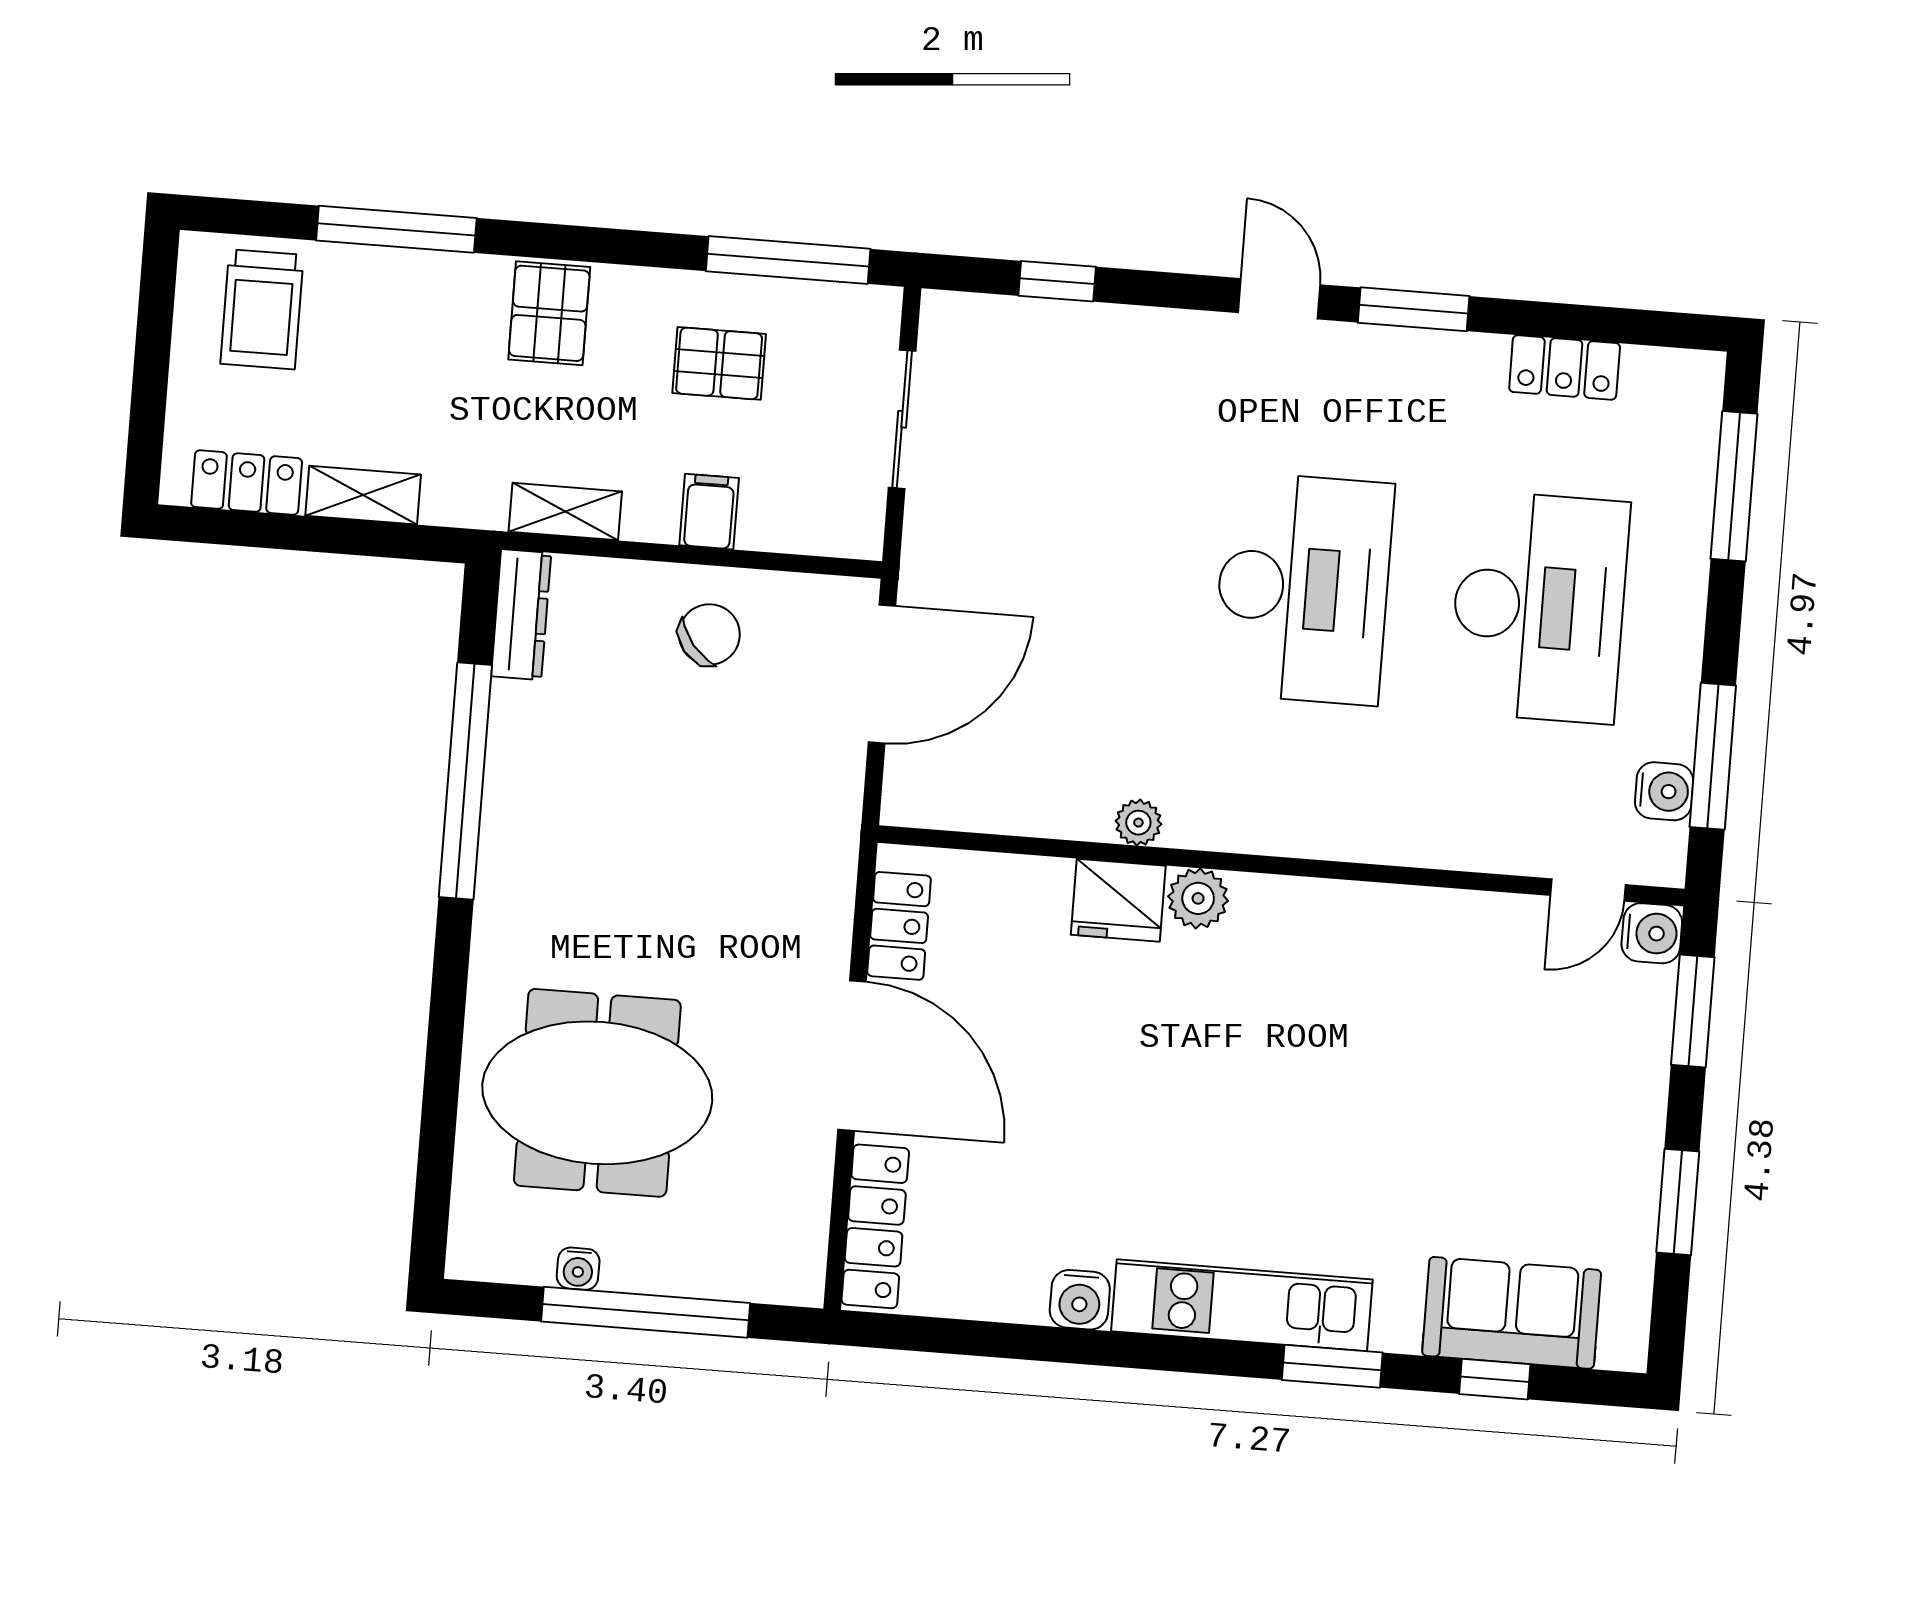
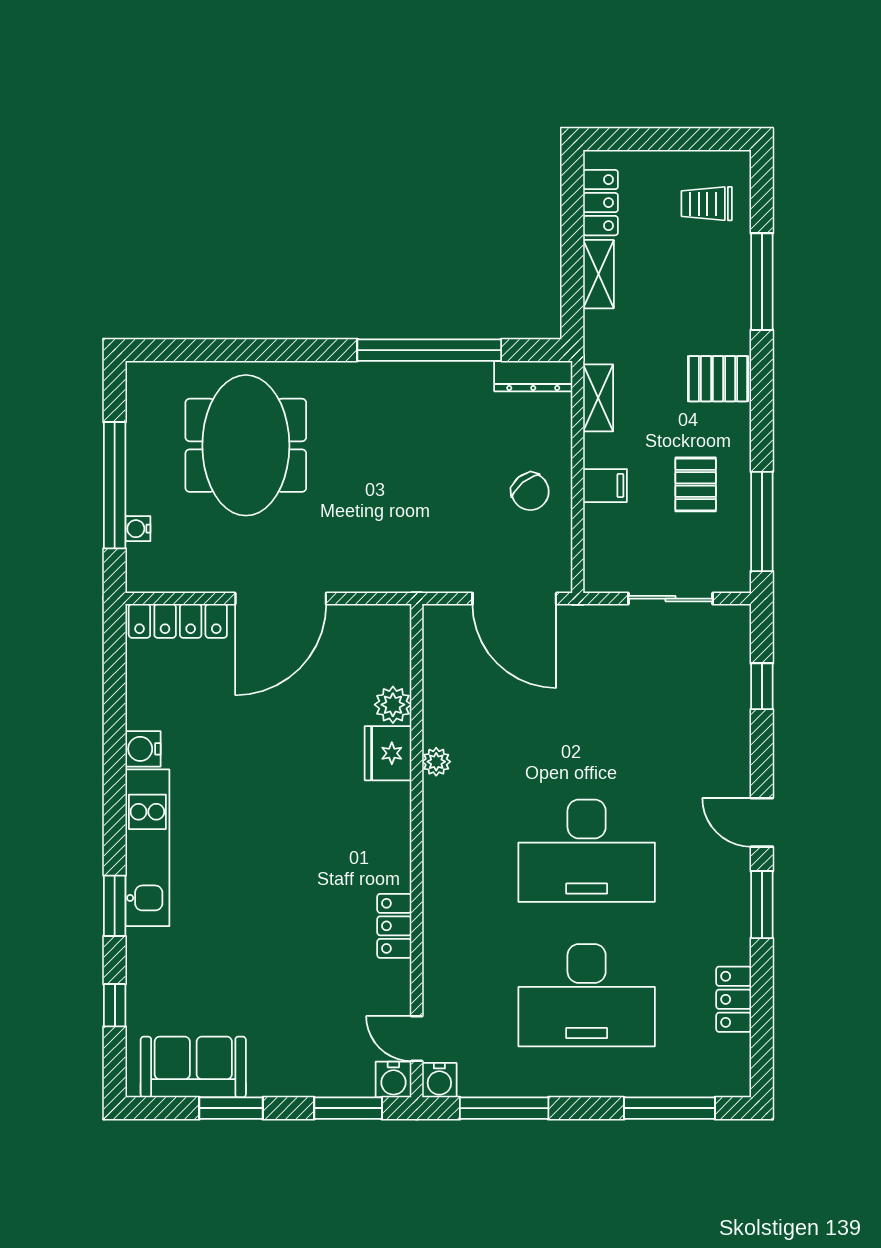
door: (1279, 299) -> (762, 822), swing flipped
trolley: (262, 309) -> (707, 204), width x0.73, depth x0.72
water cooler: (1664, 791) -> (439, 1080), moved
plant: (1198, 898) -> (393, 705), moved
locker: (899, 926) -> (394, 926), moved, turned 90
water cooler: (578, 1269) -> (138, 529), moved
sofa: (1512, 1313) -> (193, 1067), moved, turned -90

